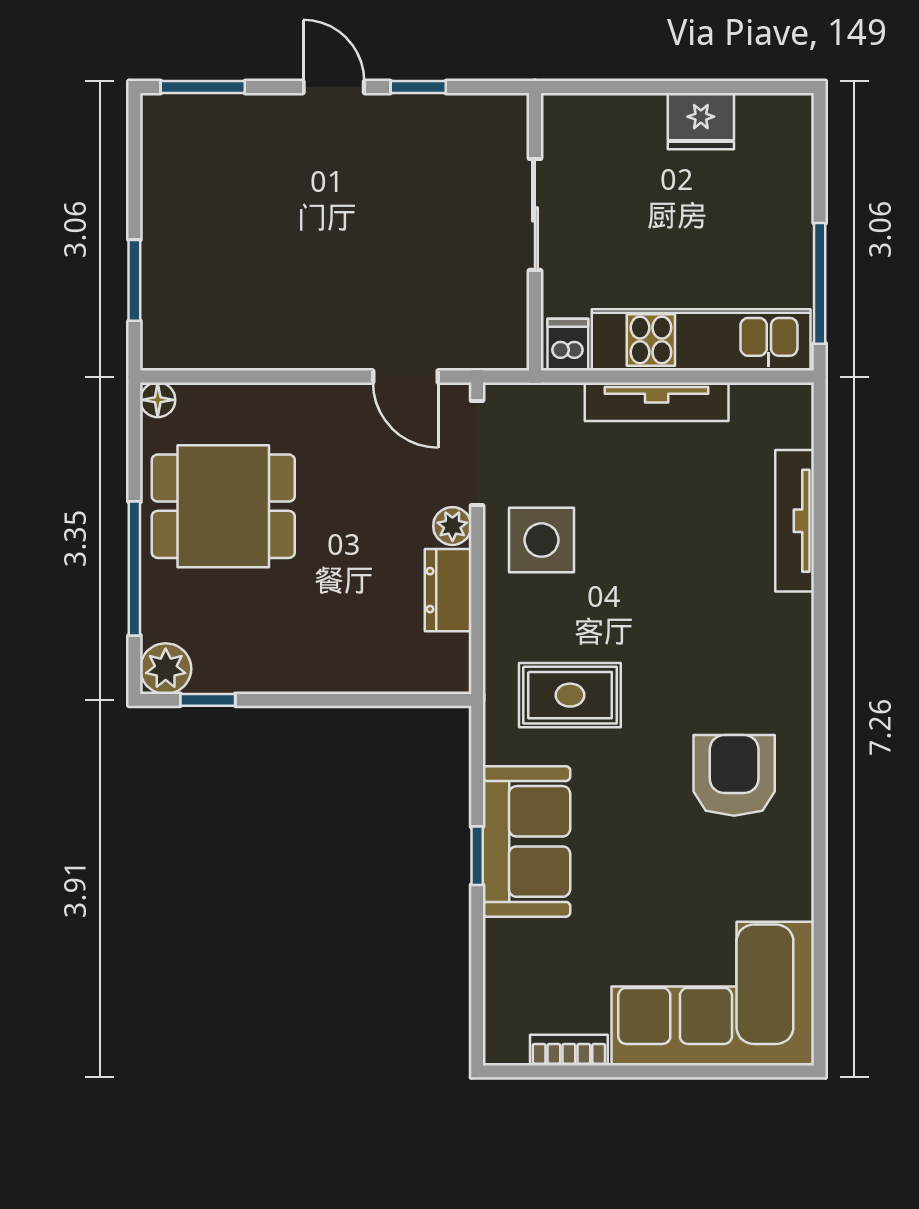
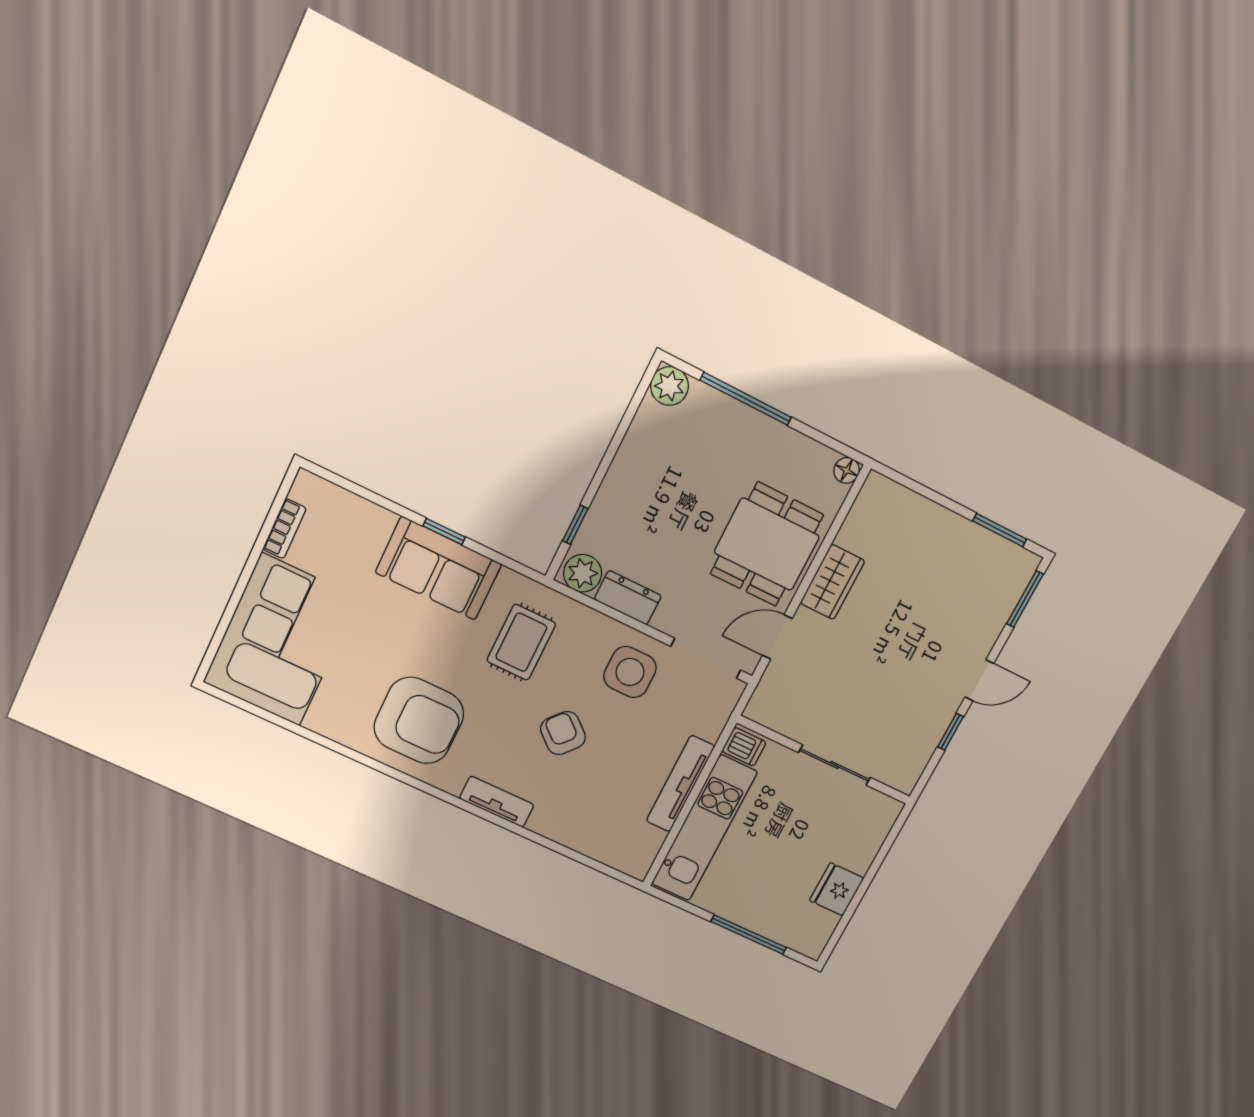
window: (134, 280) -> (1000, 530), moved
window: (820, 283) -> (749, 935), moved
wardrobe: (302, 344) -> (833, 582), added
dining table: (223, 506) -> (767, 544), moved
tv unit: (795, 521) -> (497, 802), moved, width x0.71
plant: (452, 526) -> (583, 573), moved, width x1.38, depth x1.38
armchair: (662, 586) -> (563, 733), added
window: (208, 700) -> (575, 525), moved
armchair: (734, 775) -> (419, 721), width x1.36, depth x1.36

